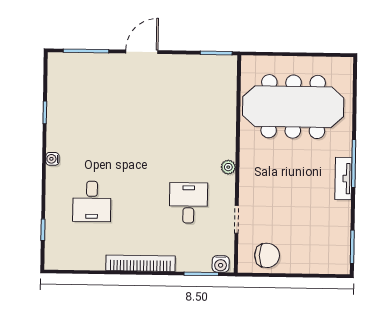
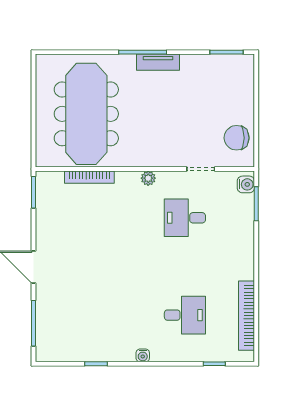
bookcase: (230, 109) -> (89, 177), added
chair: (267, 255) -> (237, 138), turned -90
bookcase: (140, 263) -> (246, 316), moved

